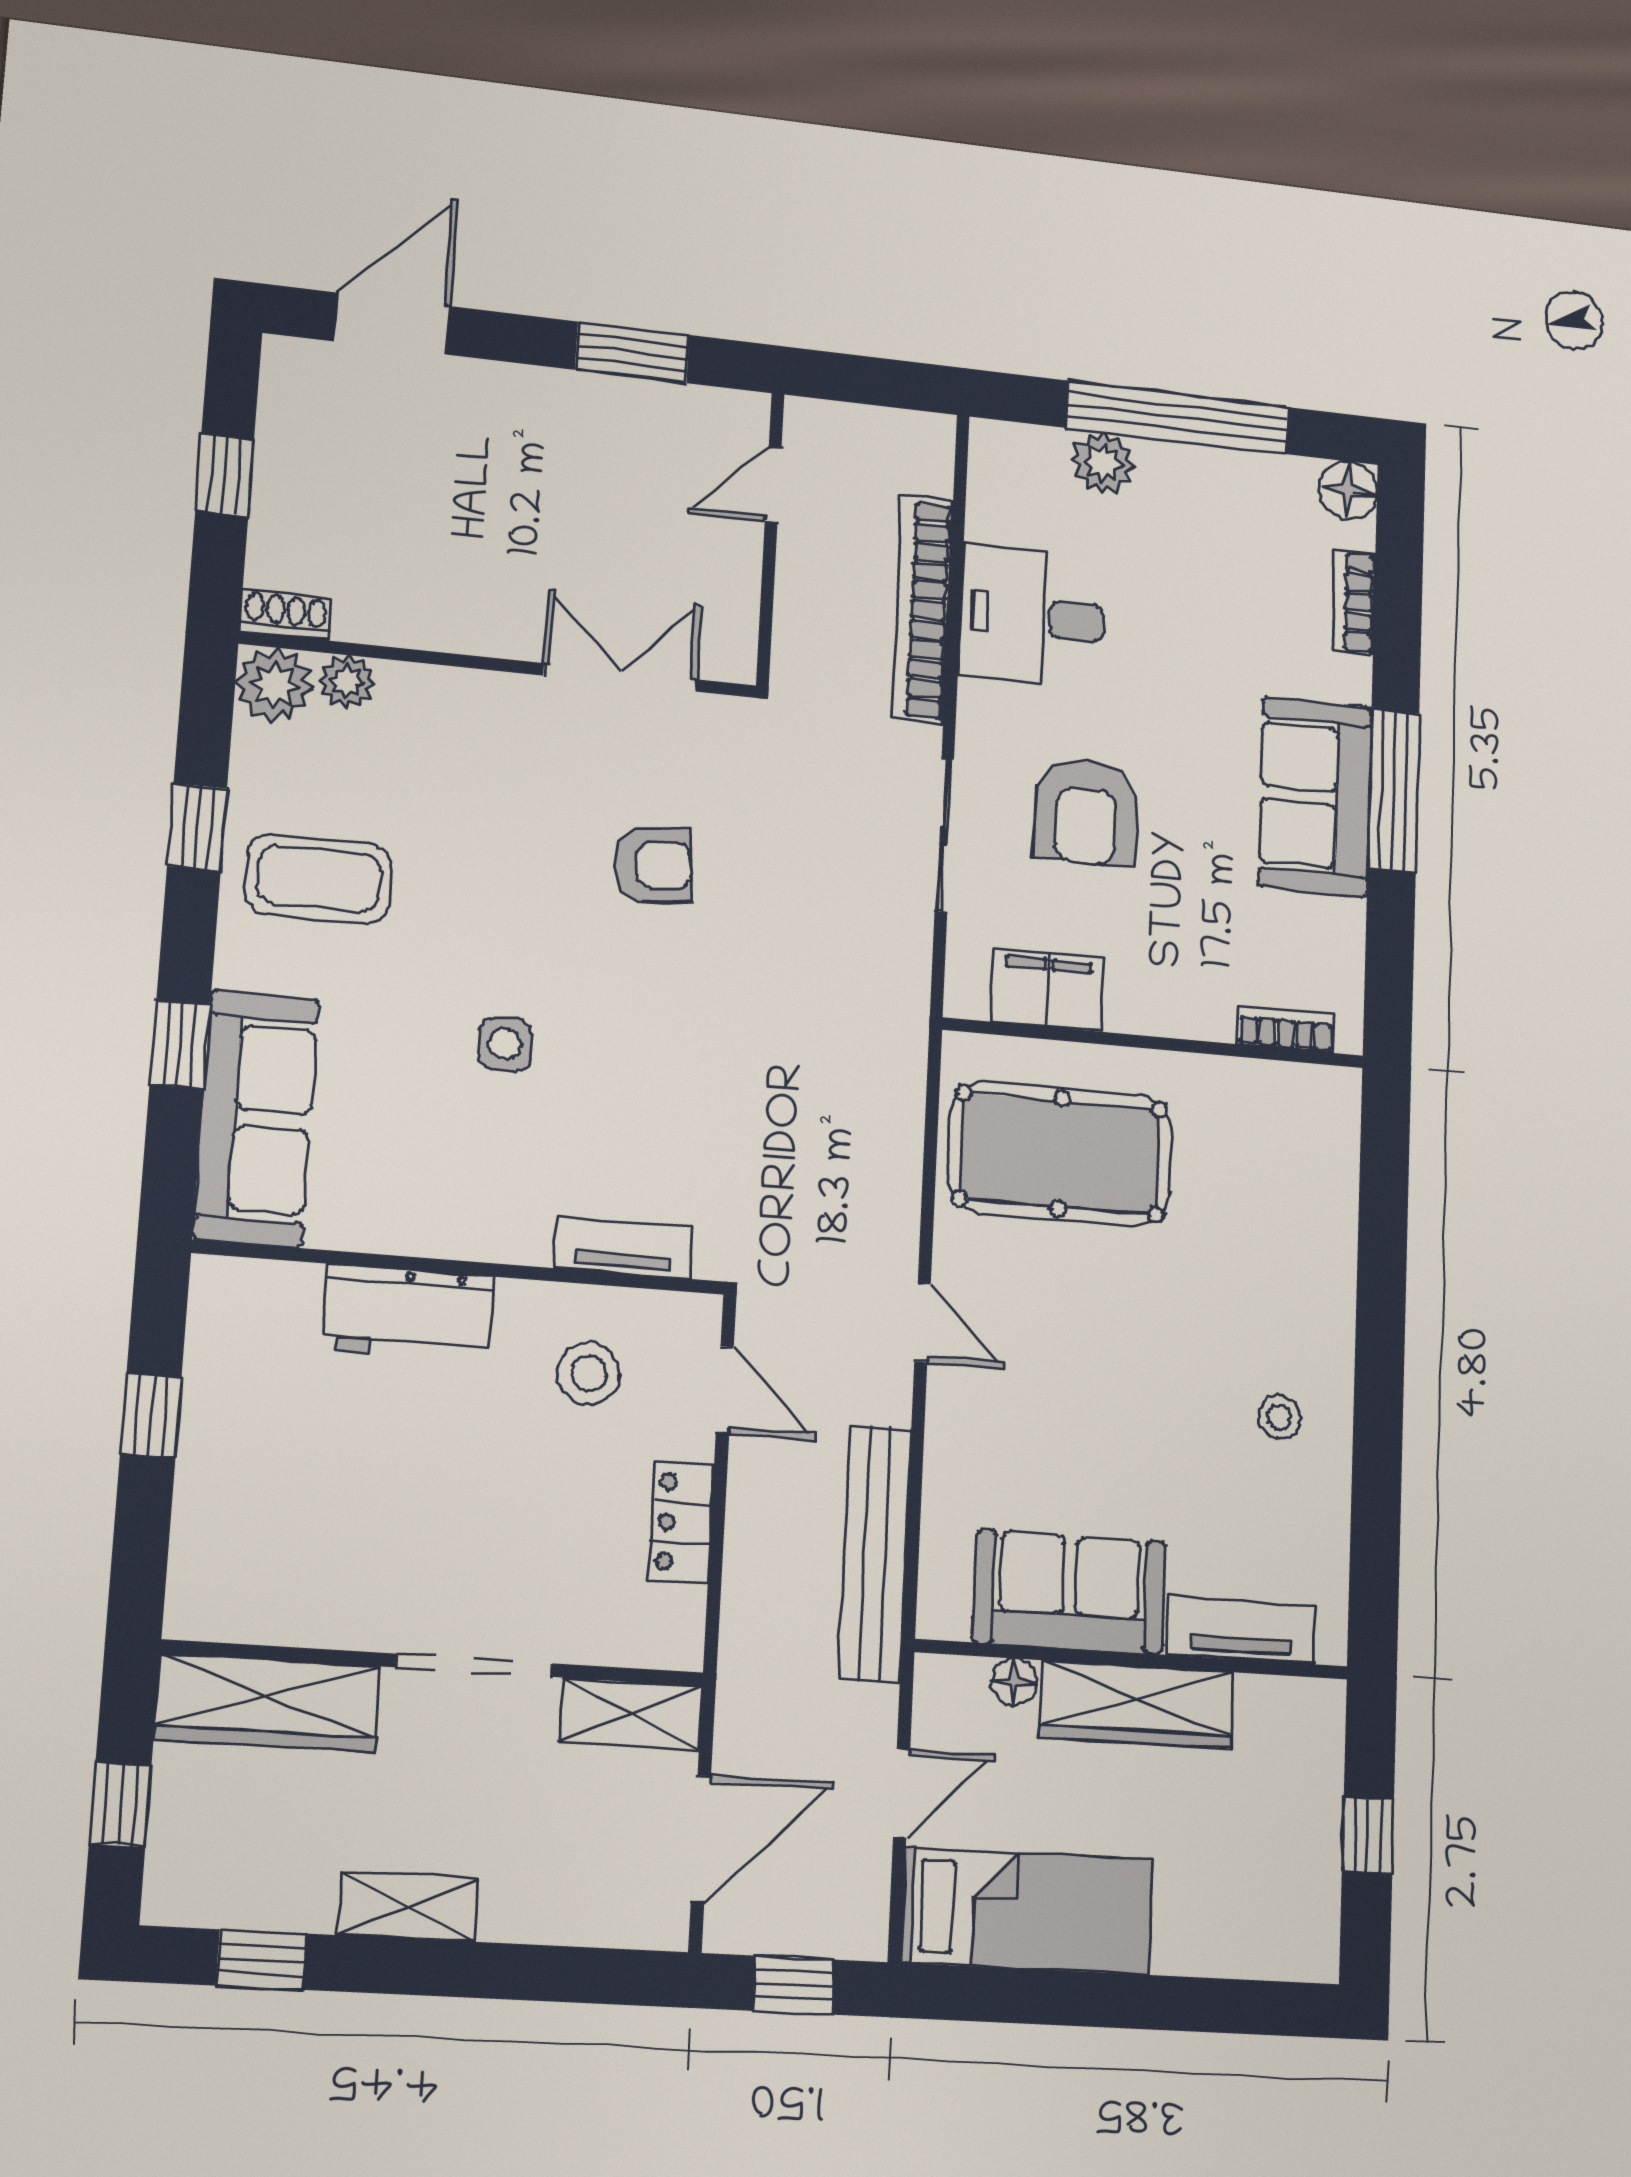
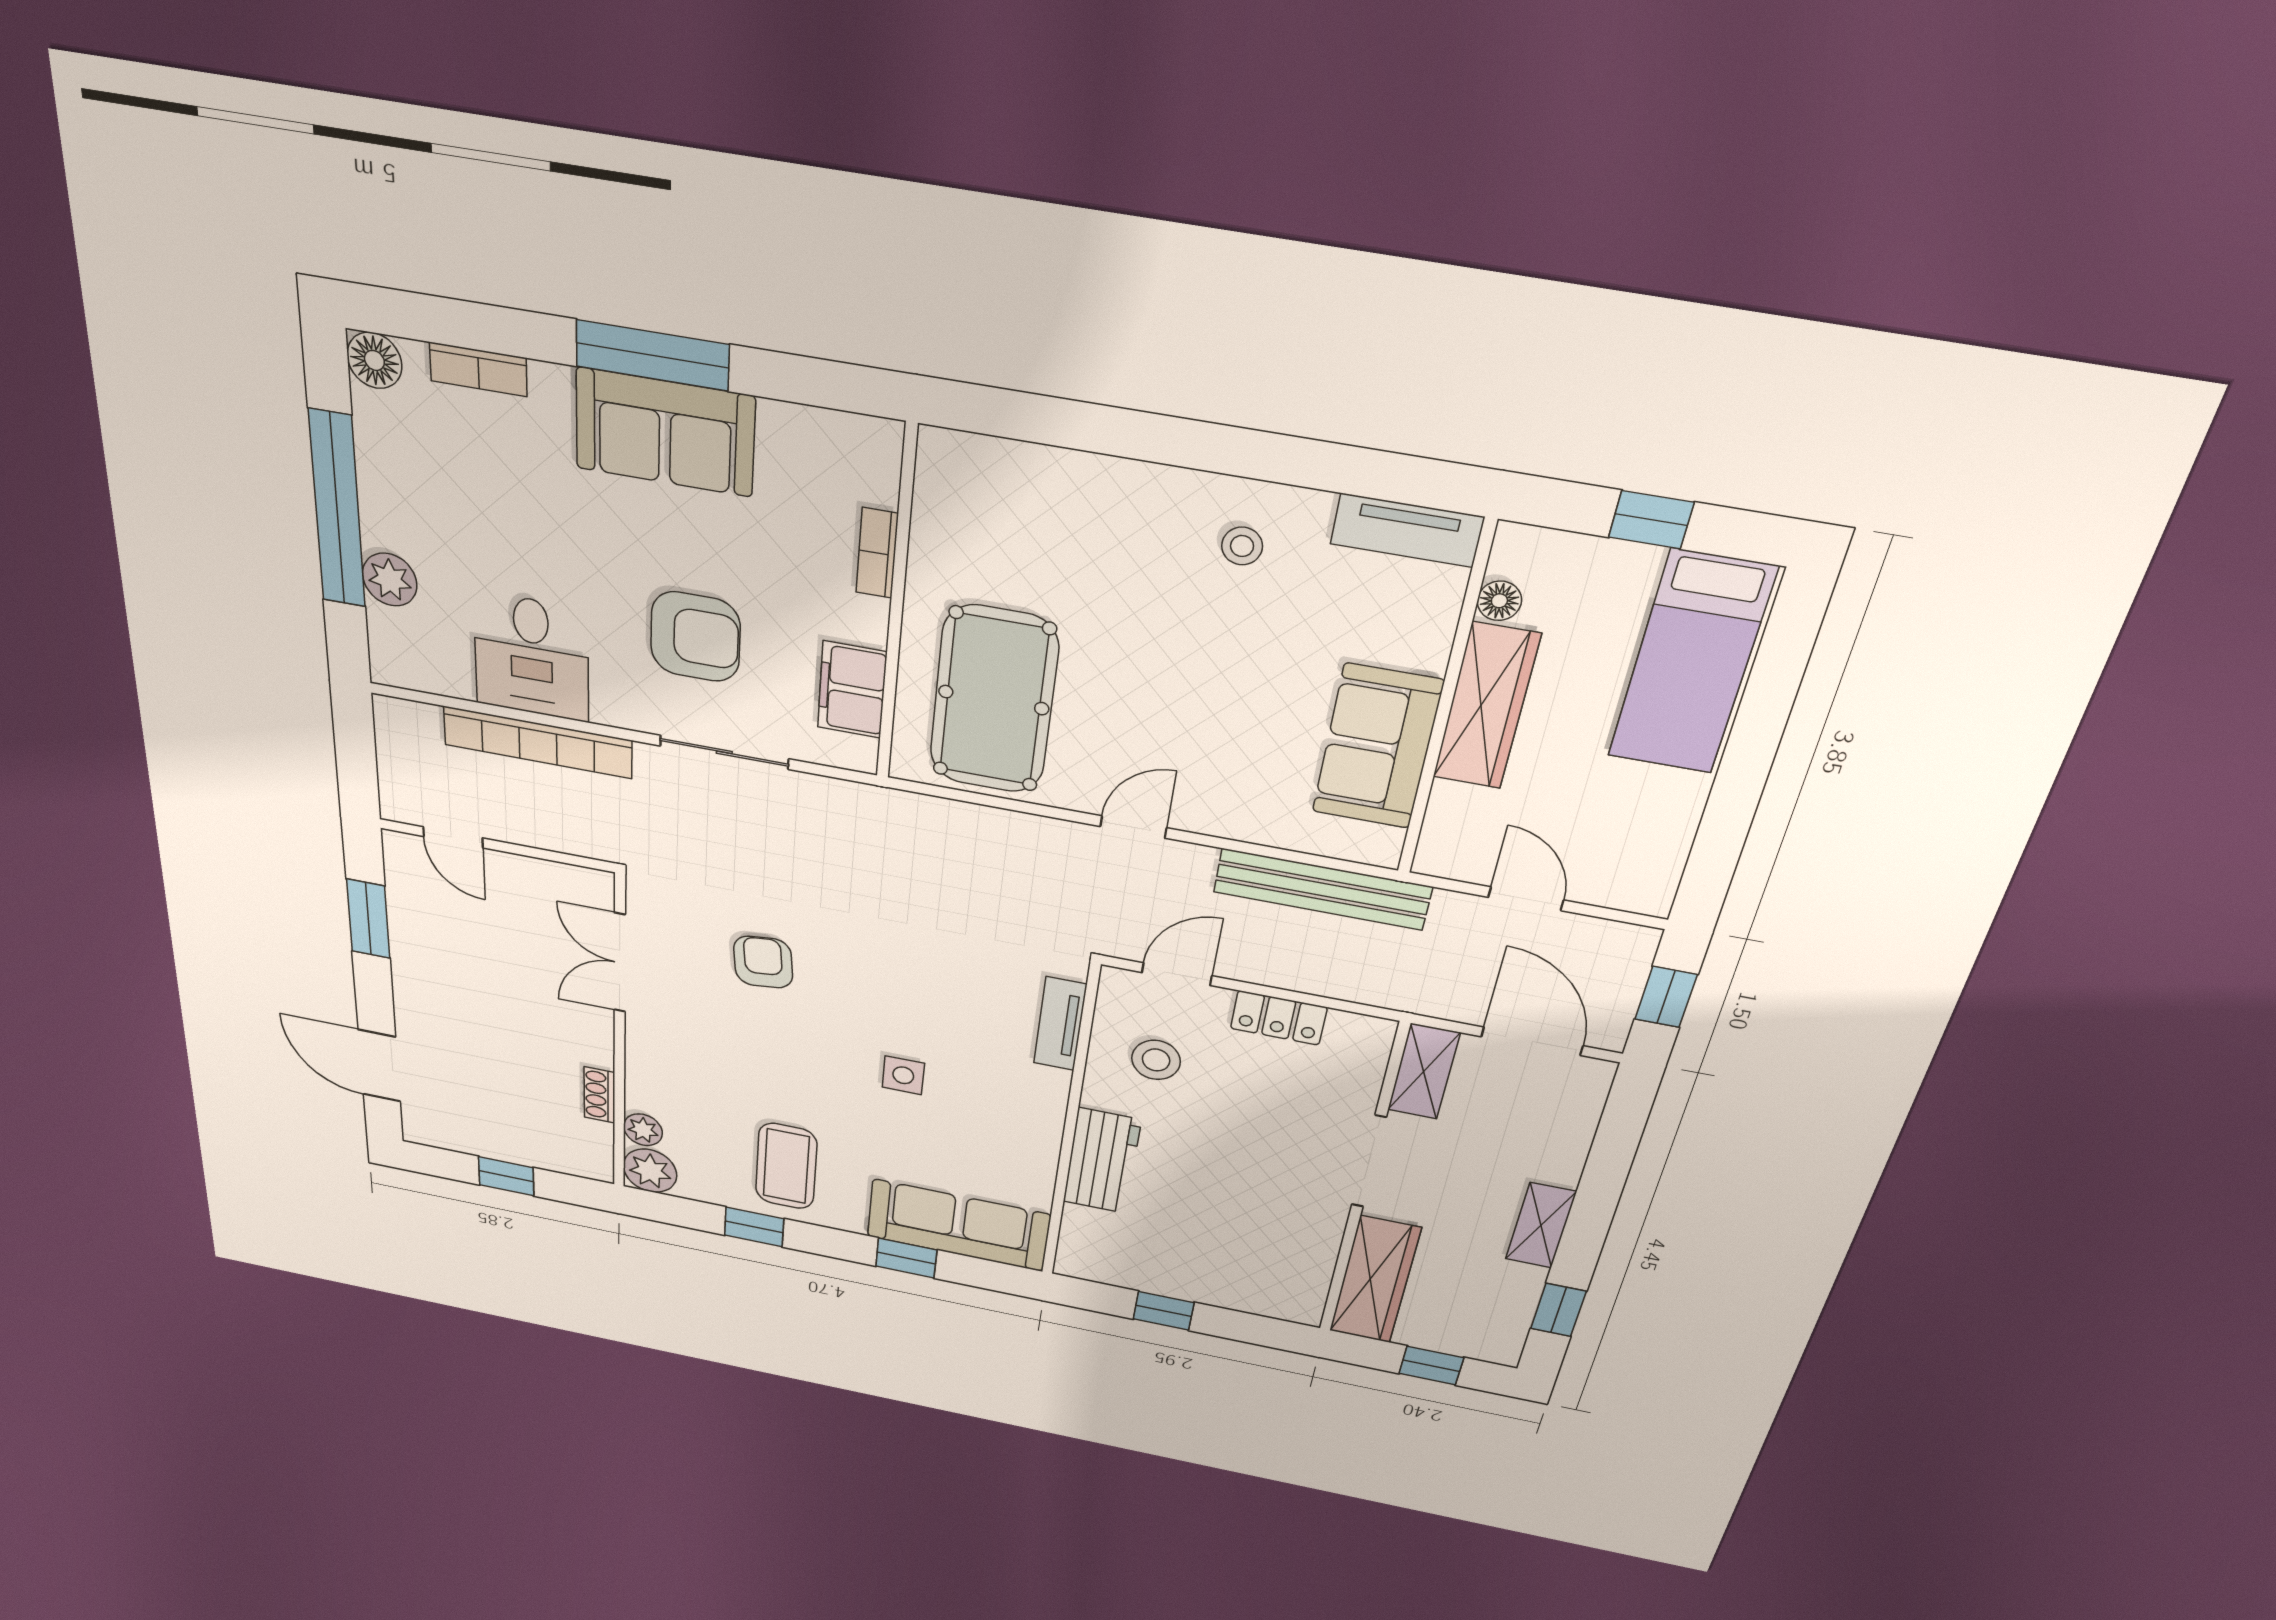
shoe rack: (286, 615) -> (599, 1095), moved
bookcase: (1286, 1029) -> (877, 553), moved
tv unit: (1242, 1630) -> (1407, 530), moved, turned -90
floor lamp: (1014, 1682) -> (1499, 601), moved
bed: (1028, 1911) -> (1691, 663), moved, turned 180

